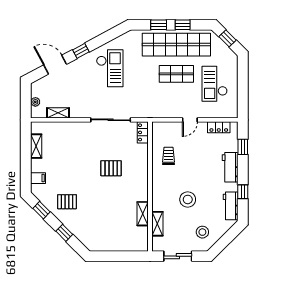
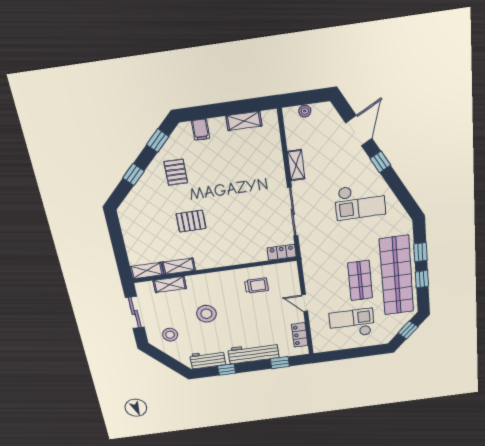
shelving: (58, 113) -> (296, 165), moved
workbench: (230, 167) -> (253, 353), width x1.38
pallet: (111, 168) -> (191, 221), moved, turned 90
shelving: (143, 239) -> (147, 271), added

